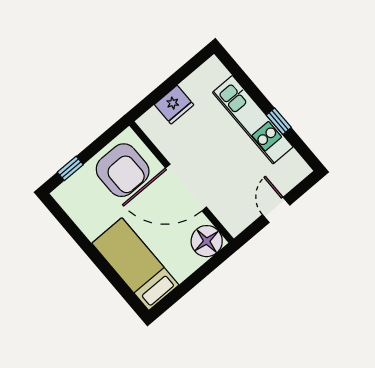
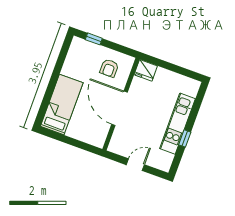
fridge: (174, 105) -> (146, 70), moved
armchair: (123, 170) -> (109, 68), width x0.53, depth x0.53
floor lamp: (207, 241) -> (97, 136), removed

